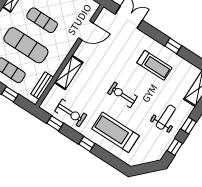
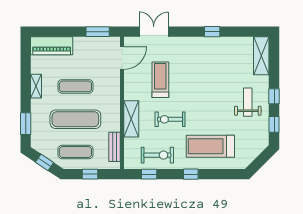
door: (86, 30) -> (122, 58), moved
treadmill: (154, 65) -> (160, 80), moved, turned -90
exercise bike: (122, 95) -> (170, 119), moved

